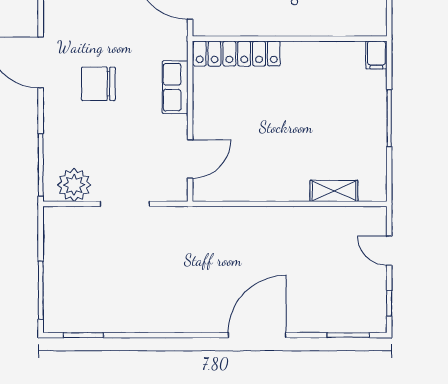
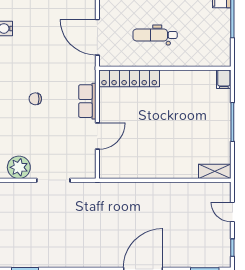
chair: (98, 84) -> (35, 99), width x0.54, depth x0.54
door: (190, 159) -> (97, 136), moved
shelving: (334, 191) -> (215, 171), moved

